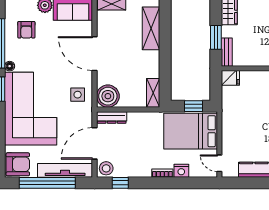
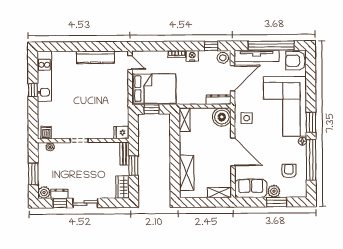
nightstand: (181, 171) -> (192, 56), moved

